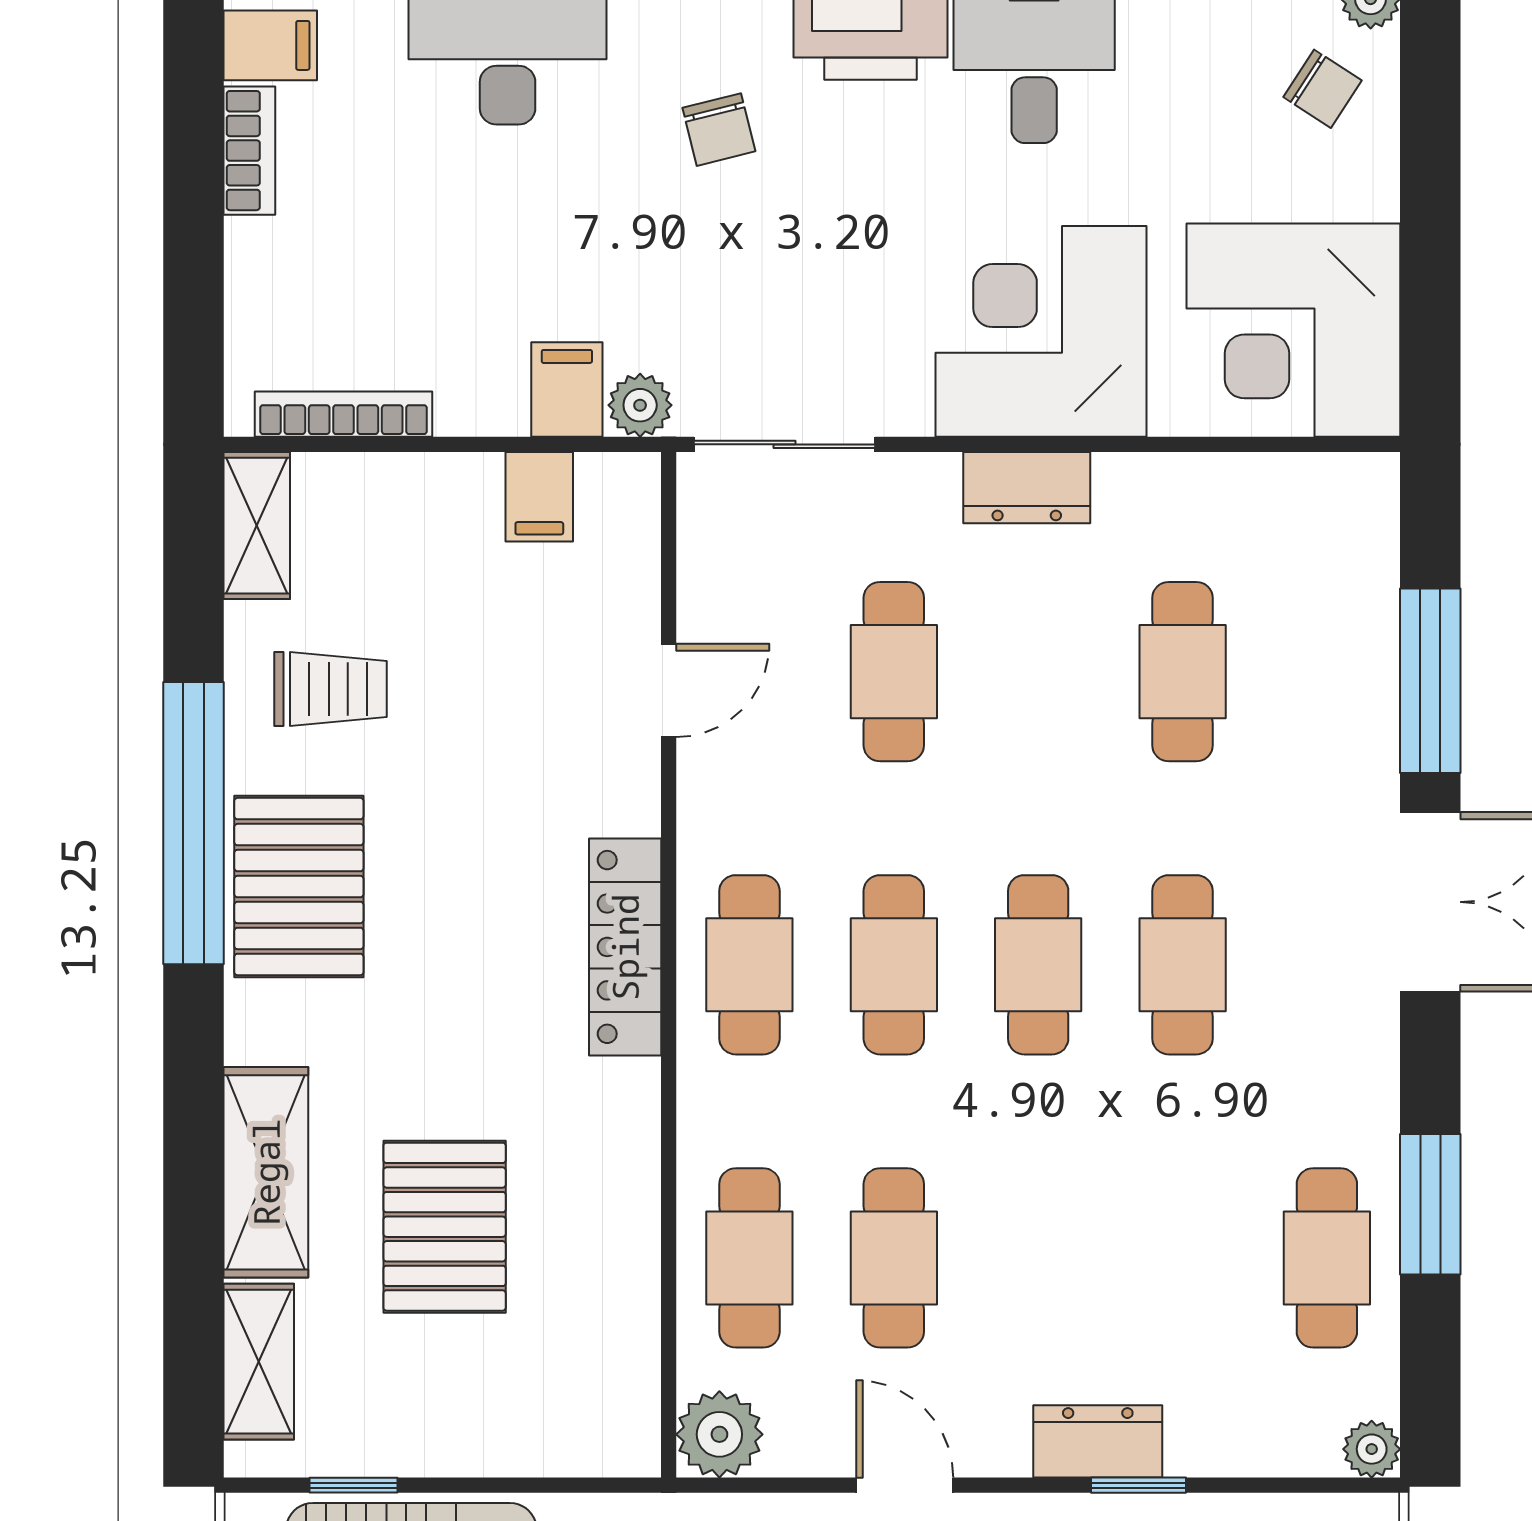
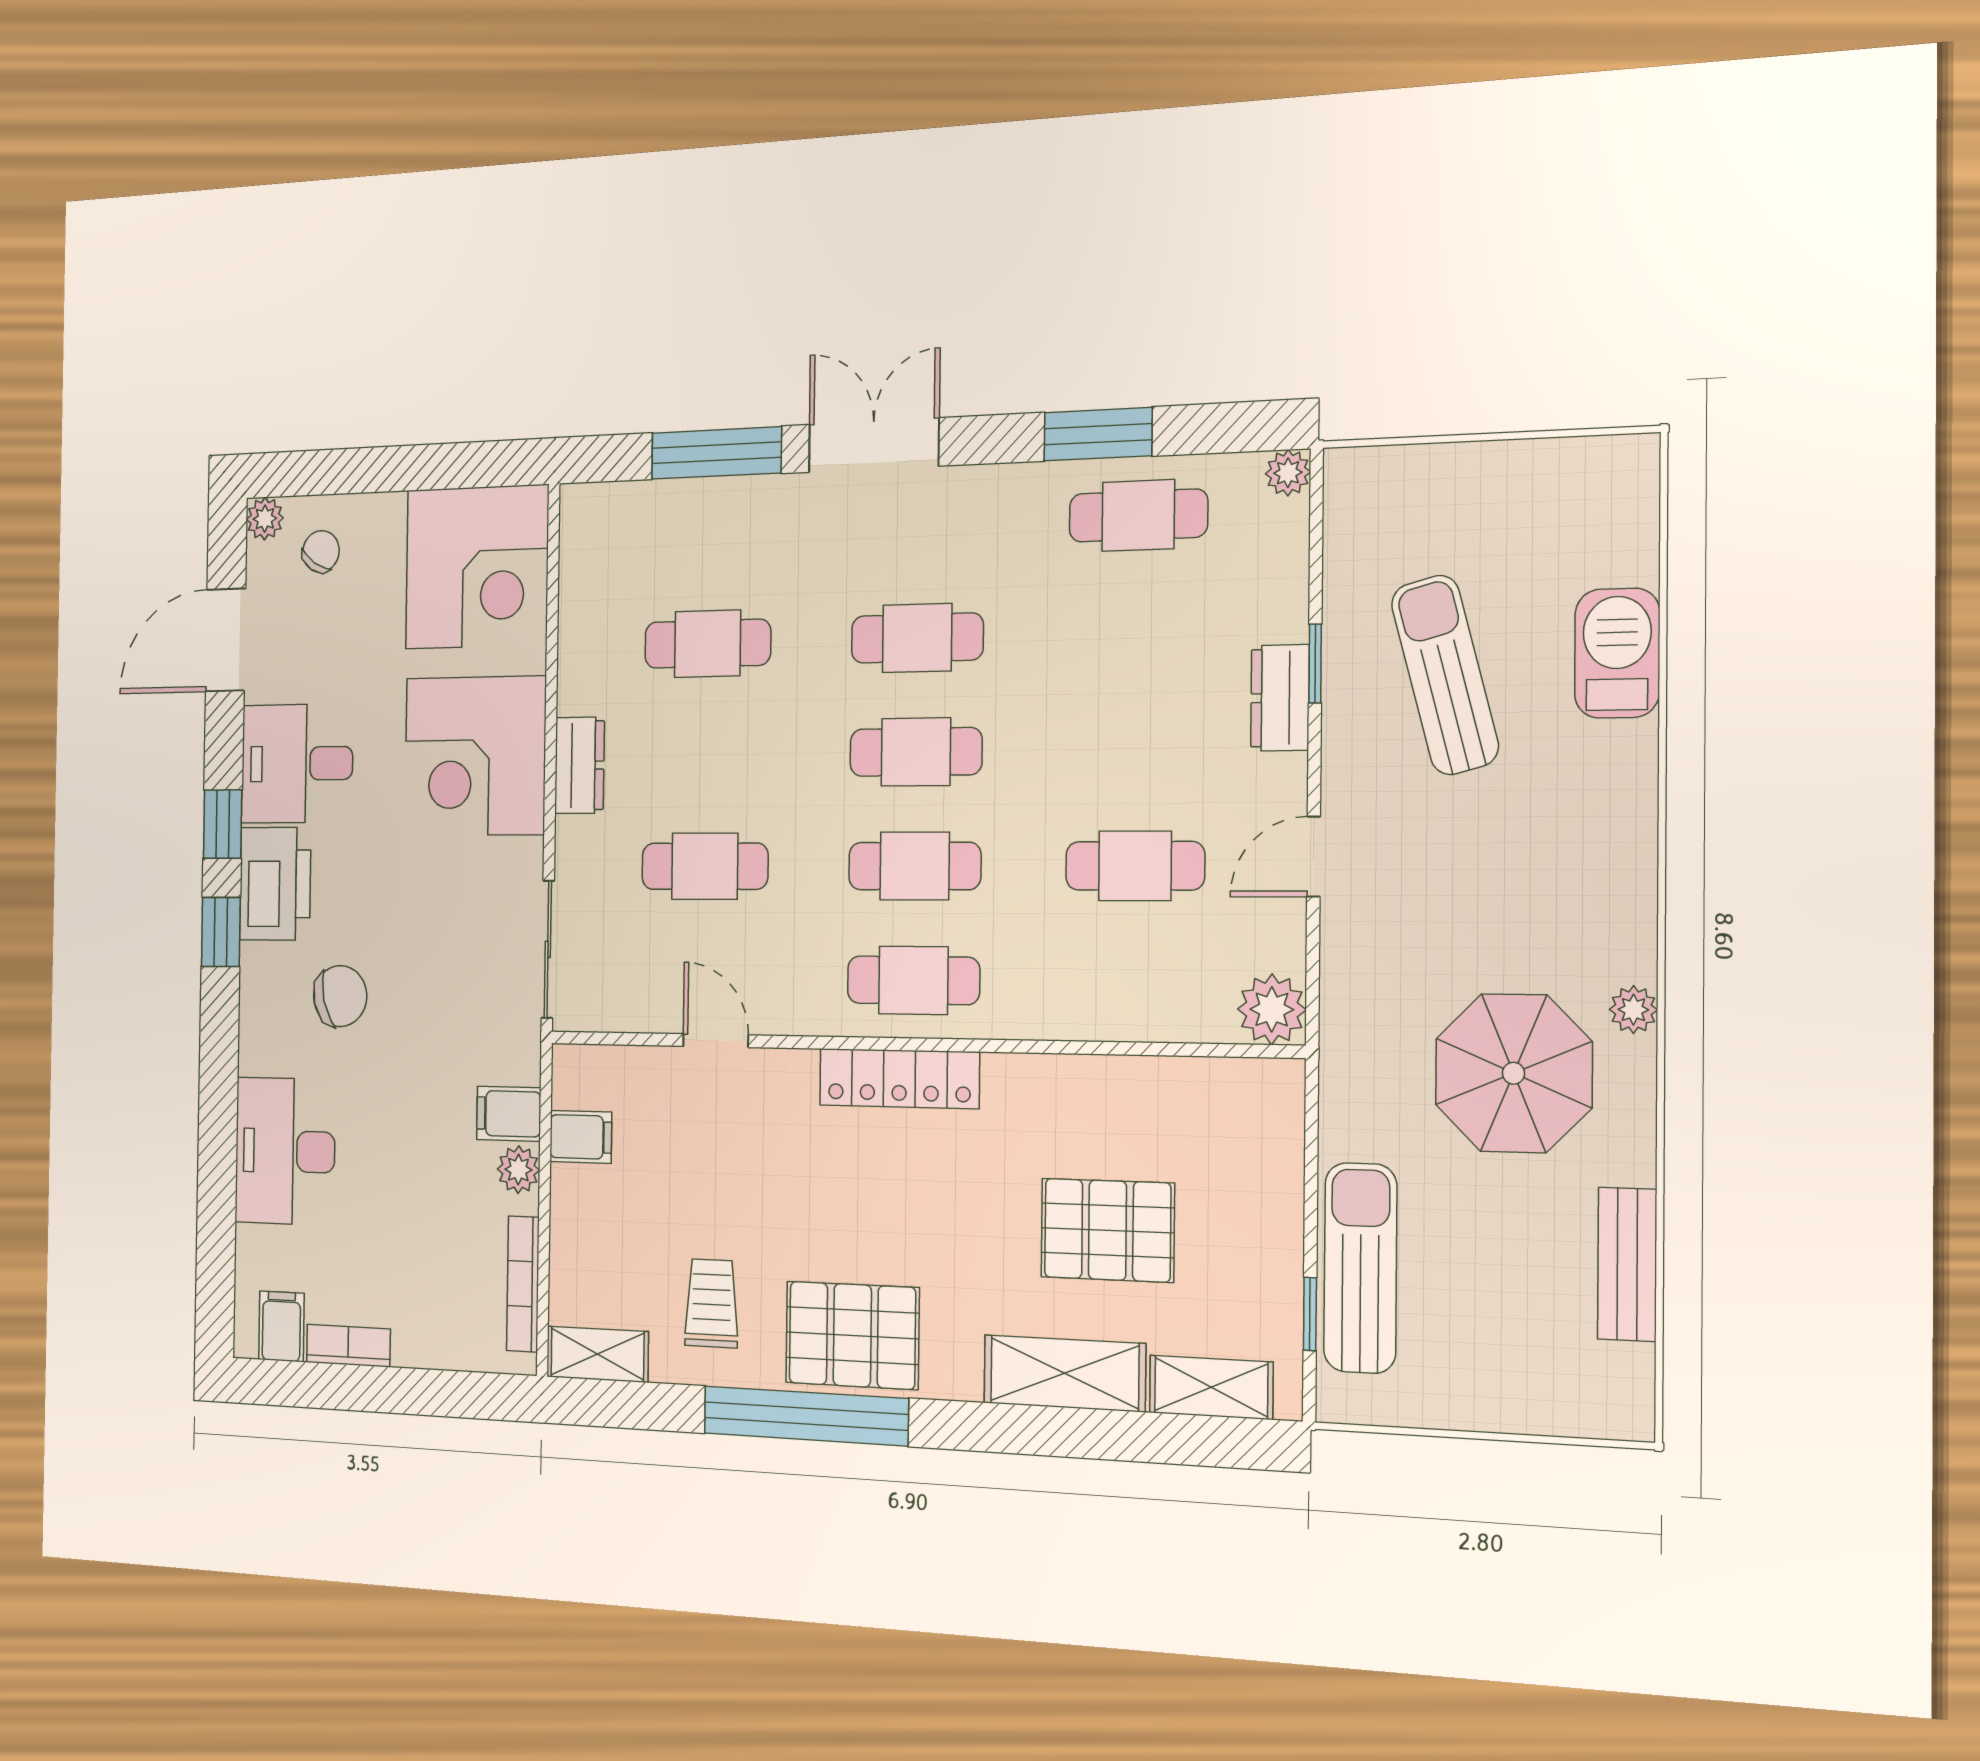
chair: (719, 130) -> (340, 996), width x1.37, depth x1.37
plant: (640, 405) -> (518, 1170), moved
cafe table: (749, 1258) -> (1134, 983), removed

